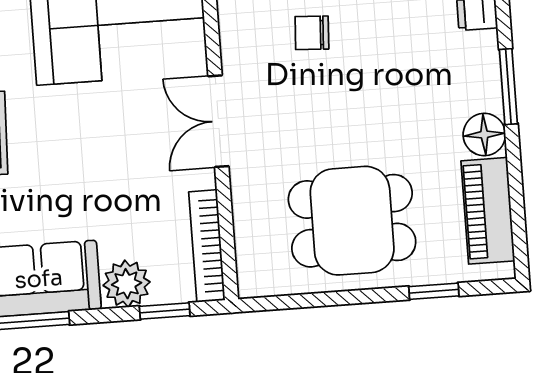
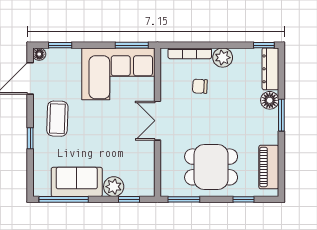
floor lamp: (484, 135) -> (270, 100), moved
bookcase: (207, 246) -> (149, 173), removed
window: (294, 302) -> (184, 199), added

